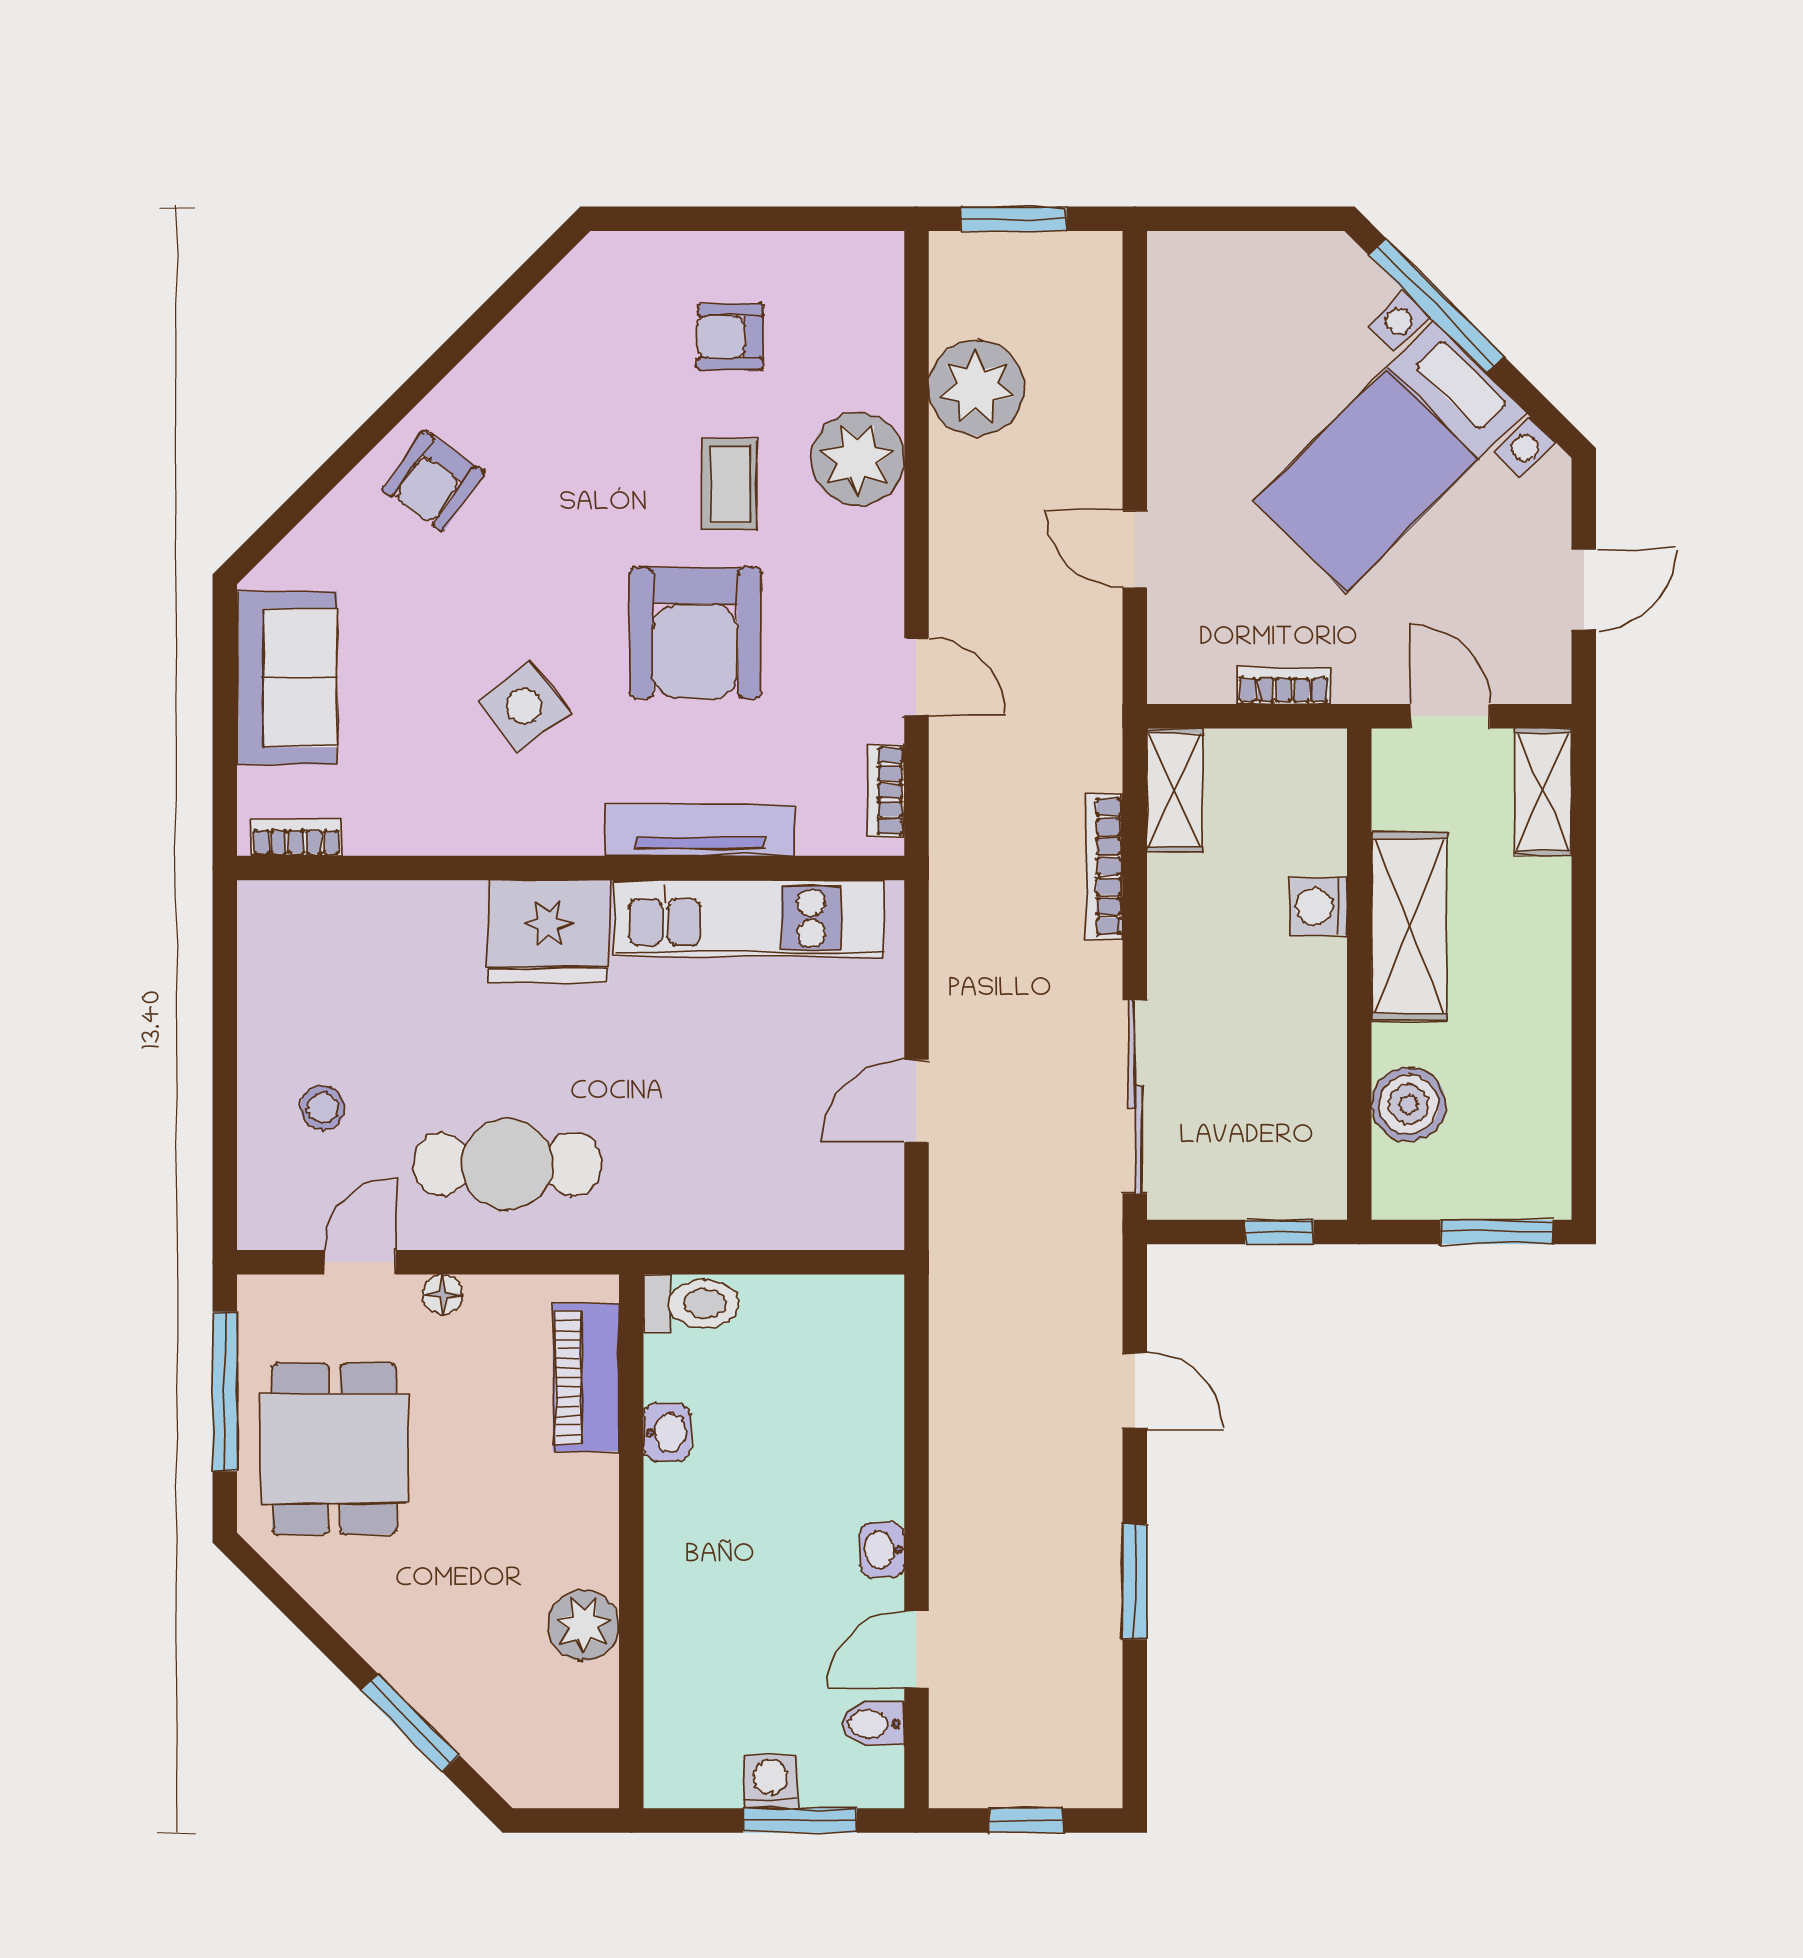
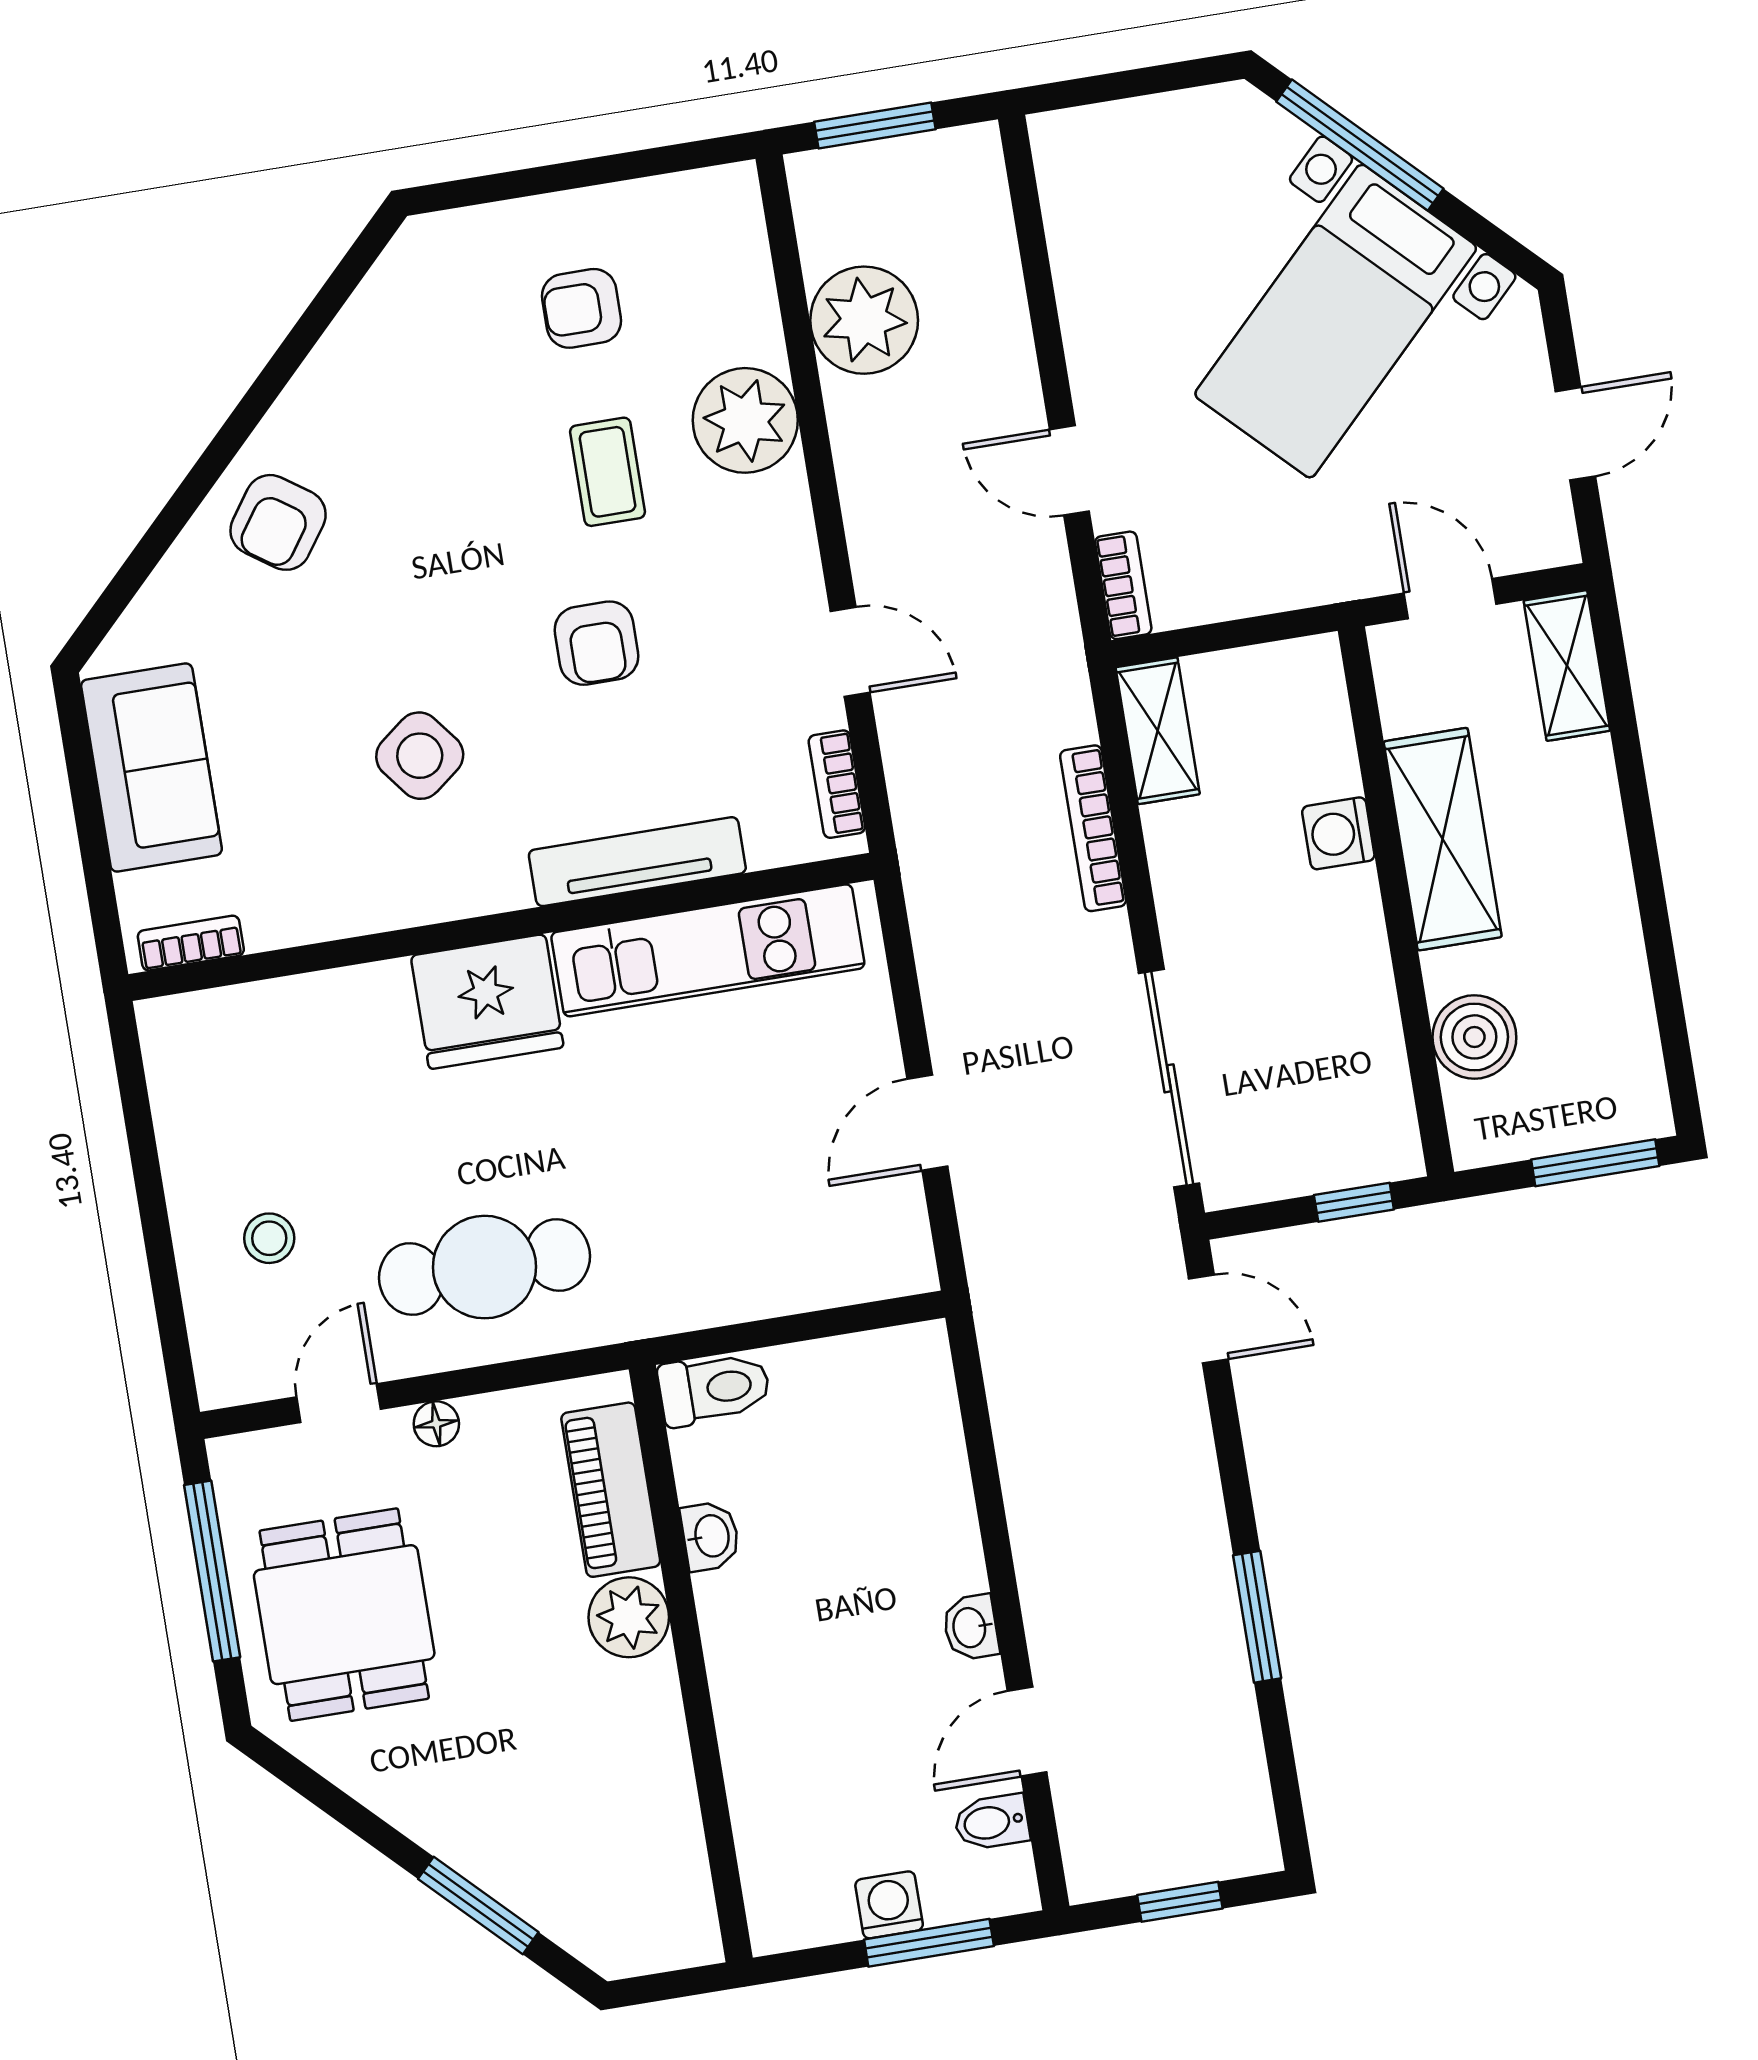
armchair: (695, 633) -> (597, 643), width x0.53, depth x0.53
bookcase: (1284, 686) -> (1123, 585), moved, turned 90
door: (1135, 1391) -> (1208, 1319), moved
plant: (584, 1625) -> (629, 1617), moved

